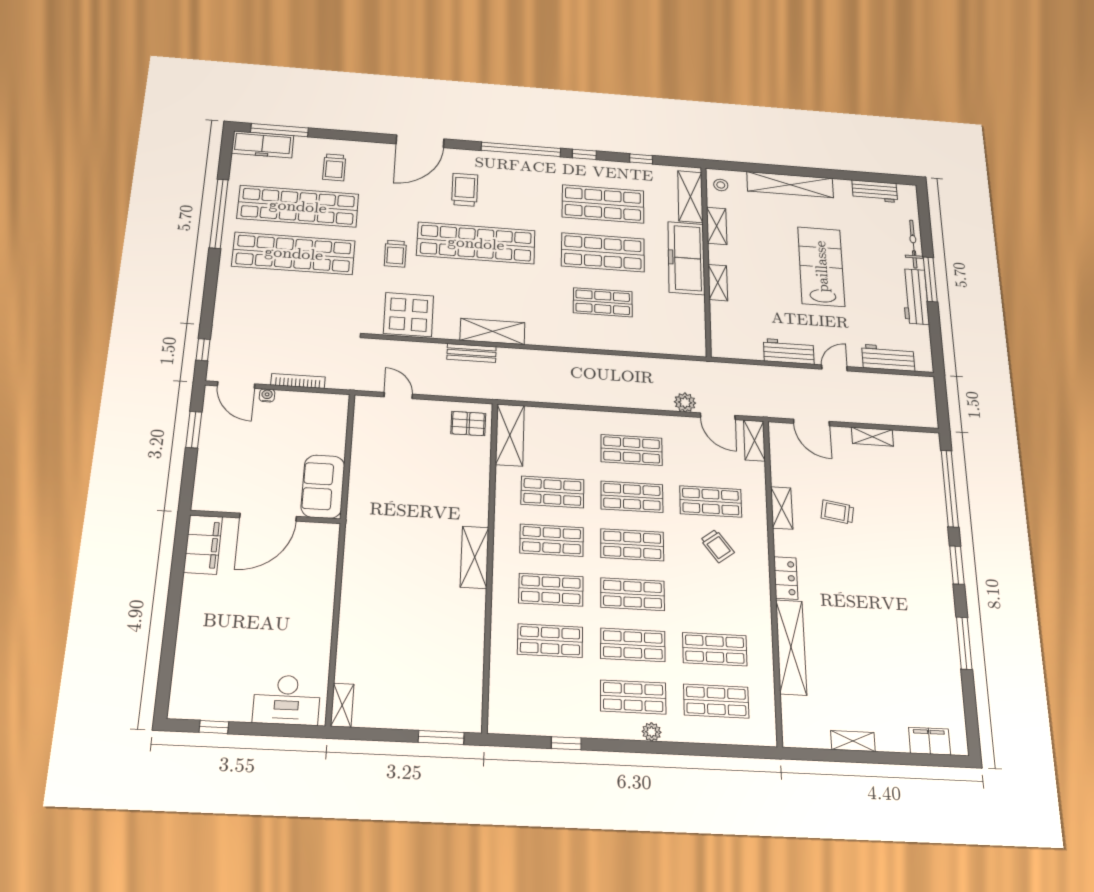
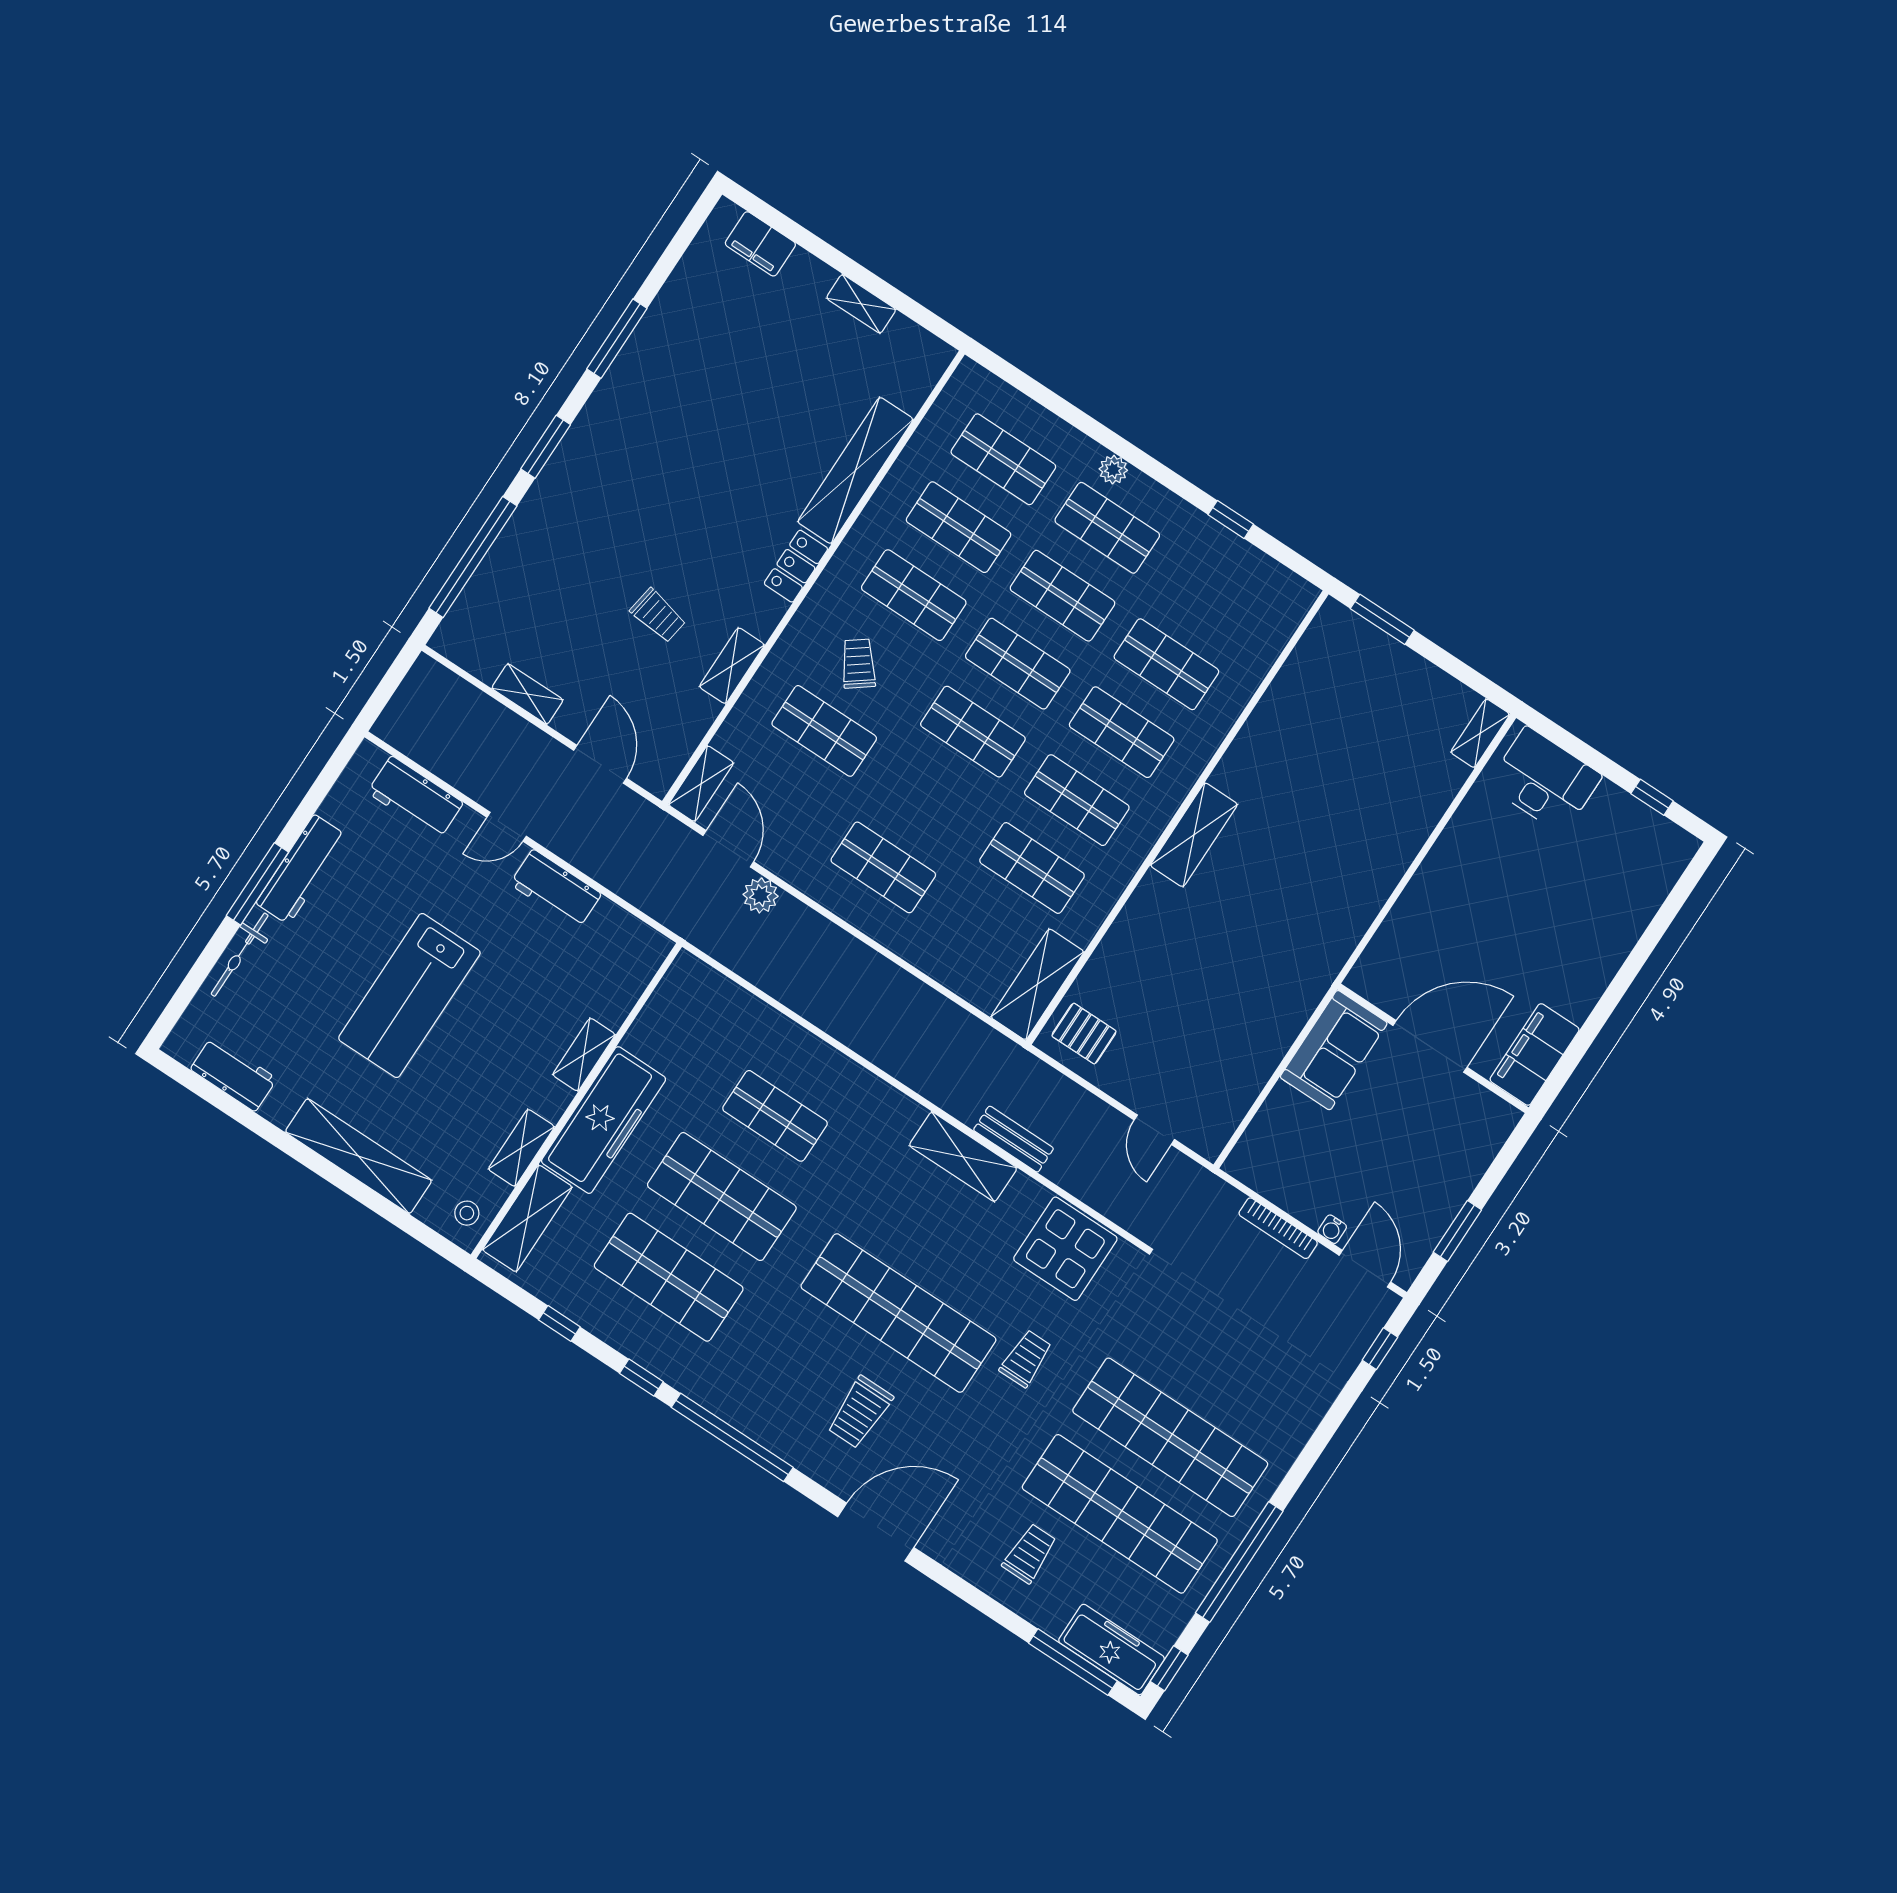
window: (226, 150) -> (1169, 1668), added
shop shelf: (632, 497) -> (914, 595), moved

